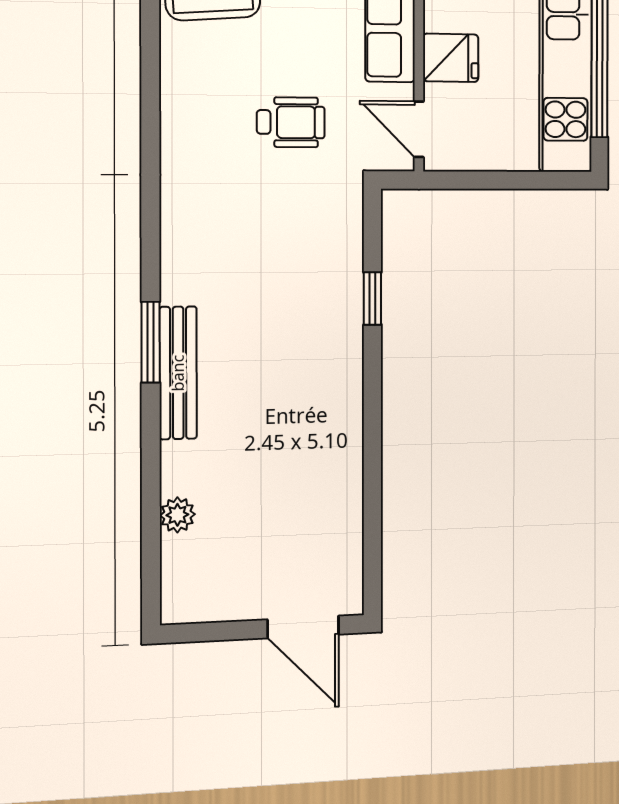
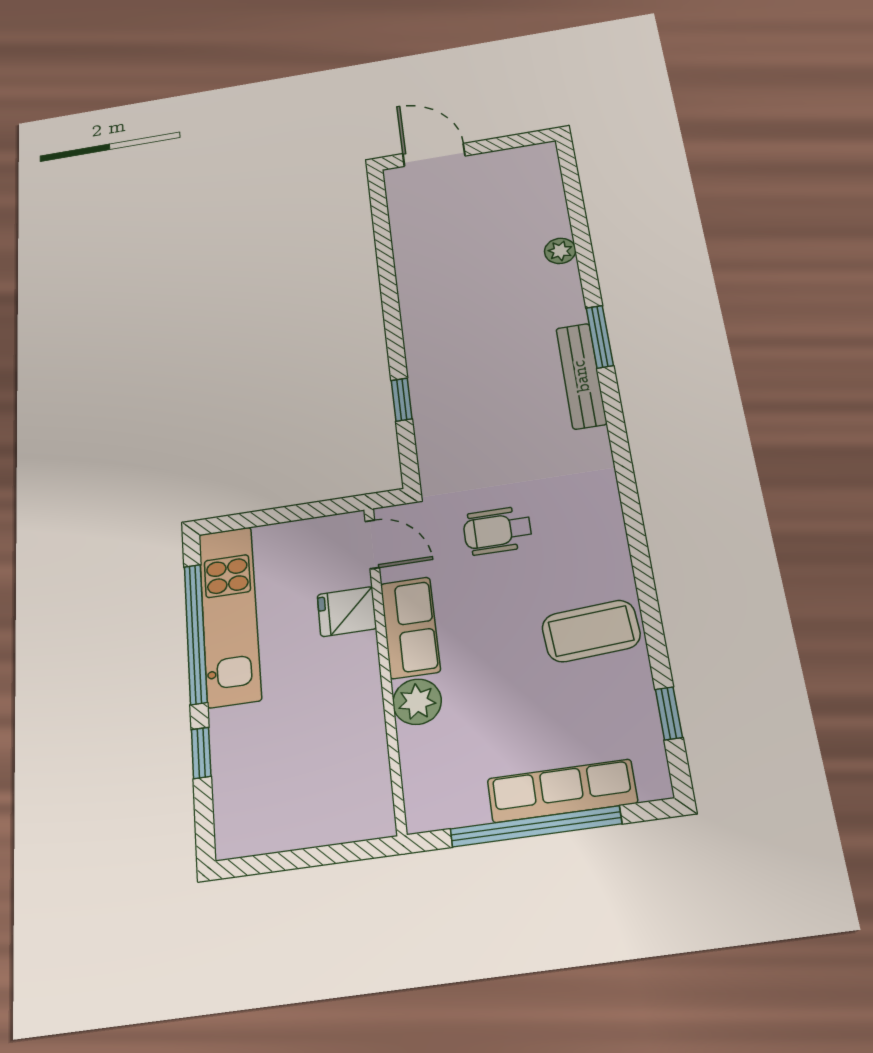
bench: (178, 373) -> (581, 376), moved
plant: (177, 515) -> (560, 251), moved

